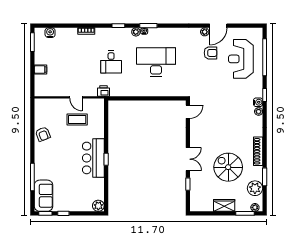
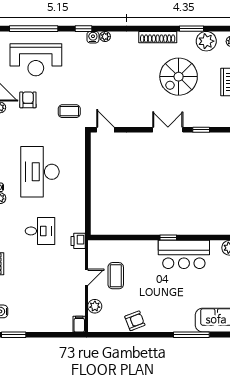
filing cabinet: (40, 70) -> (79, 324), moved
coffee table: (202, 84) -> (69, 111), added
plant: (54, 104) -> (95, 306), added
bar counter: (93, 158) -> (184, 254), moved

